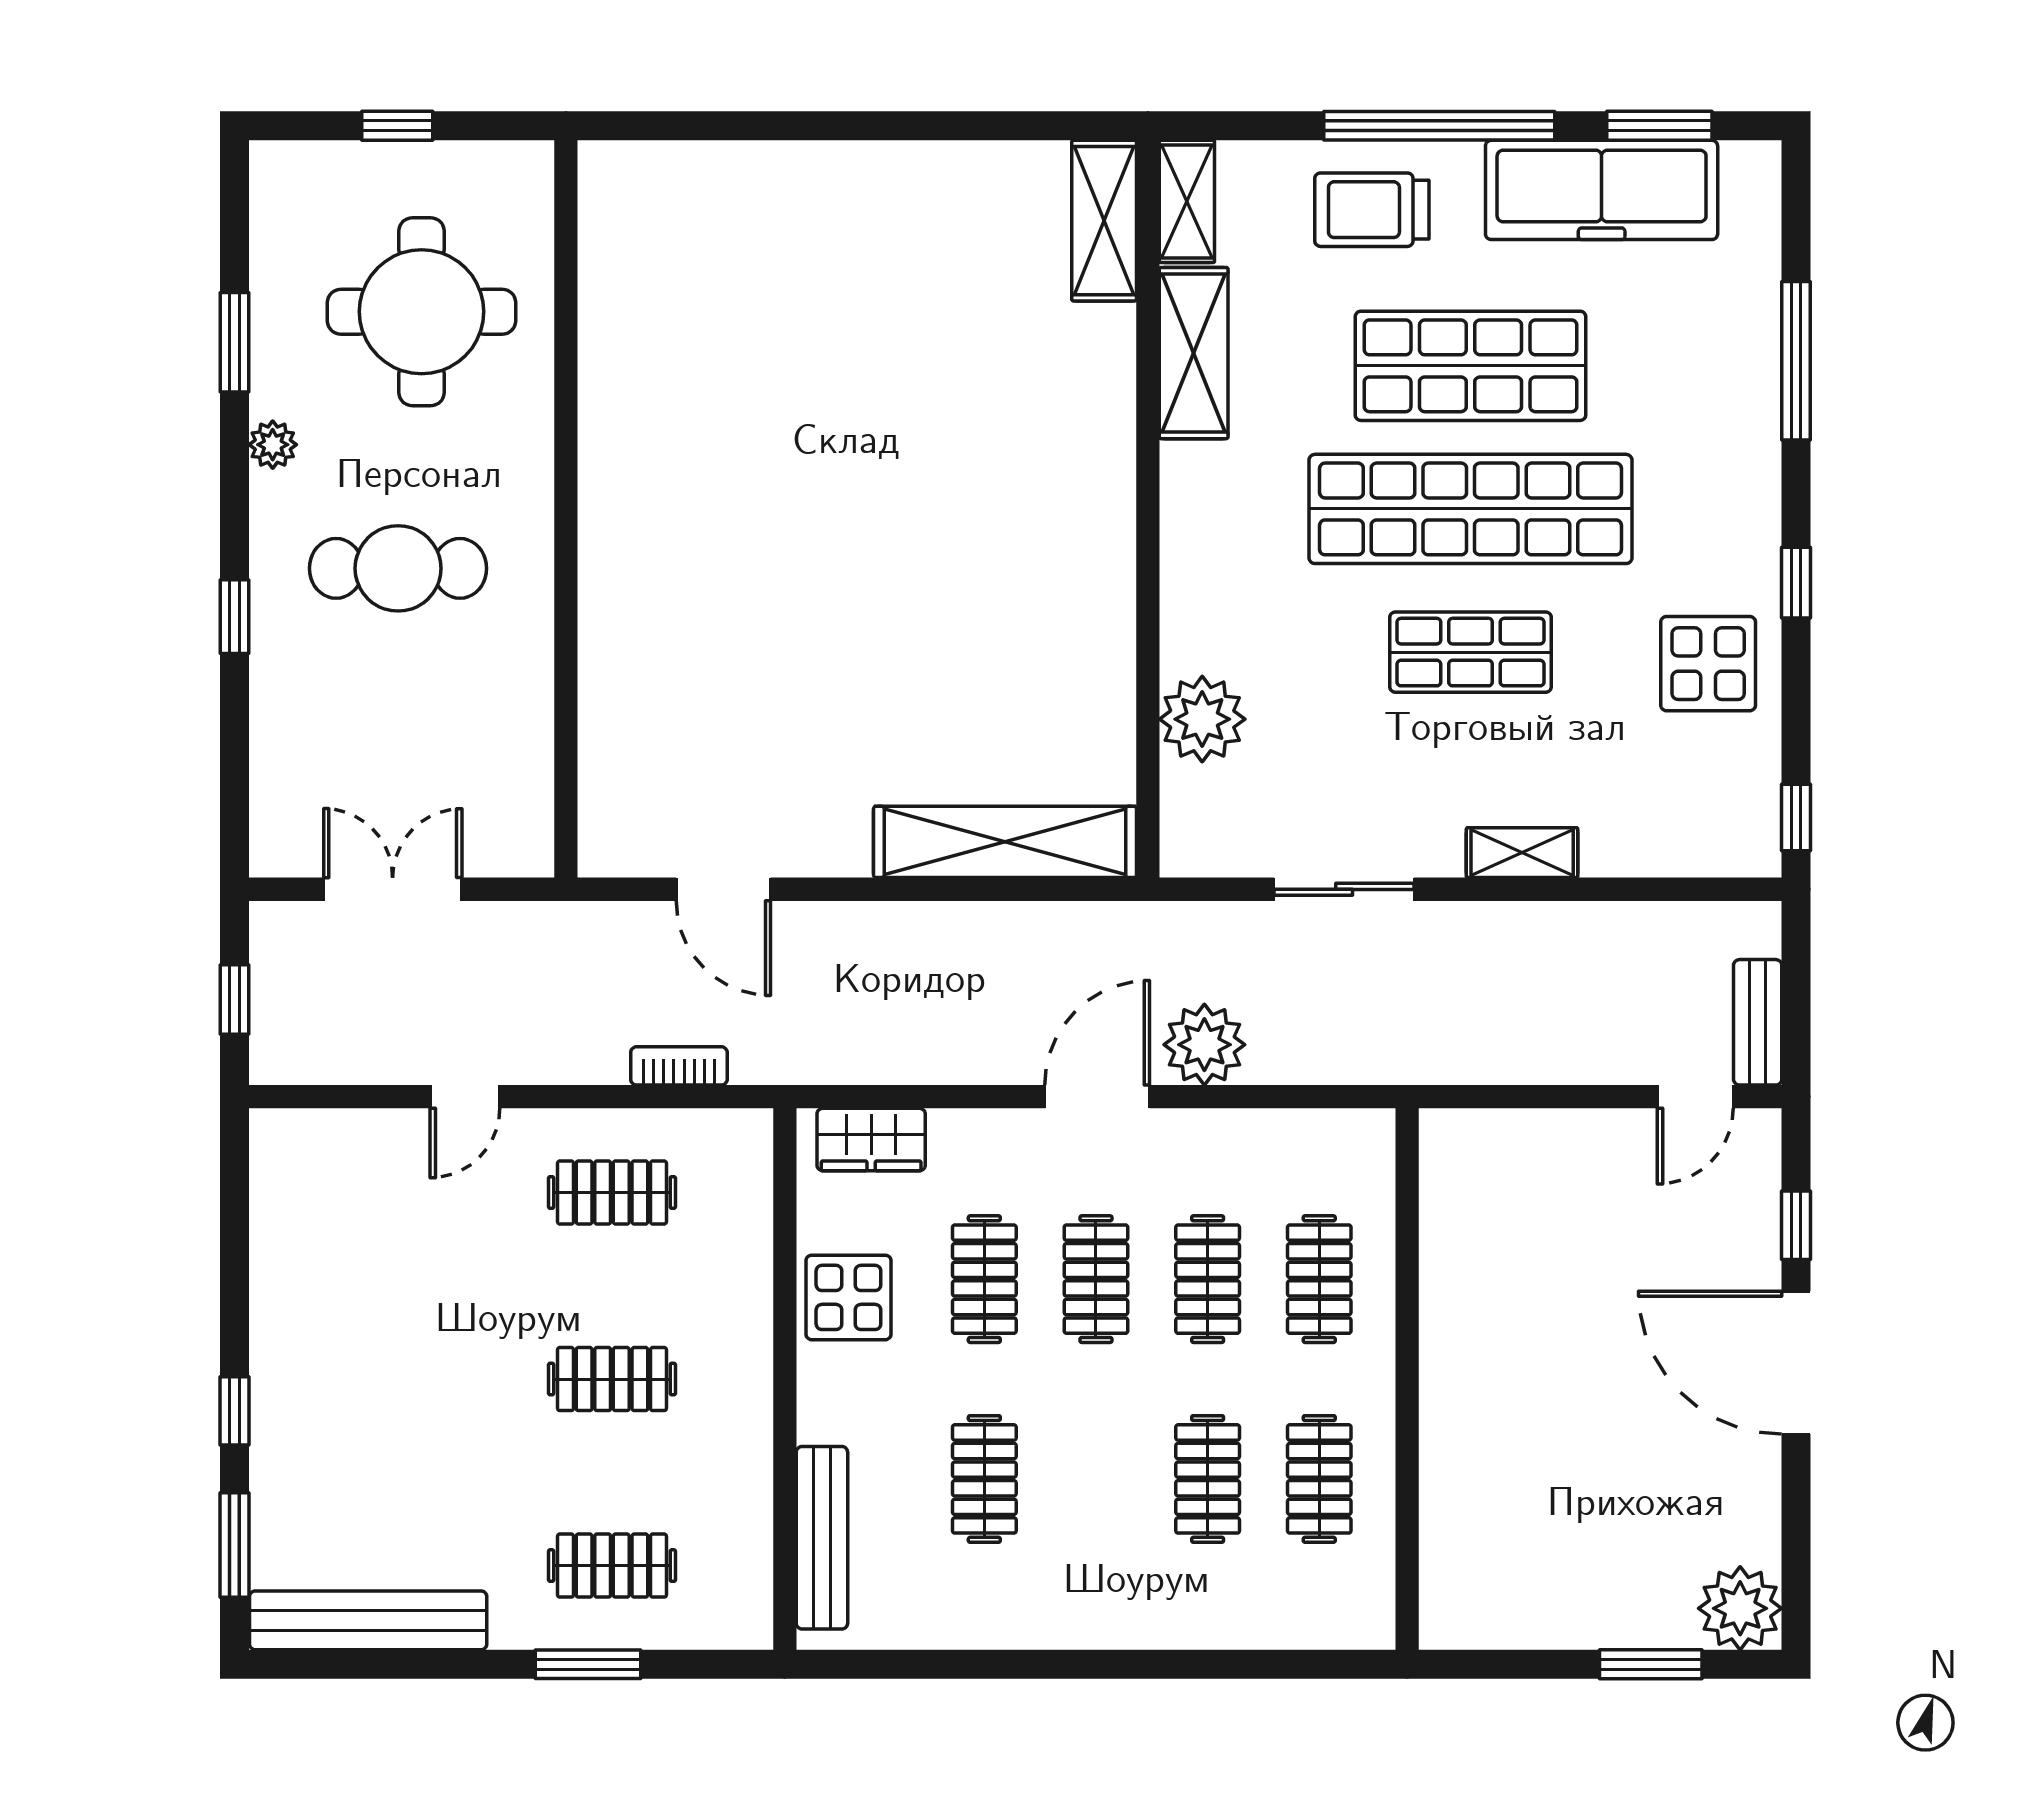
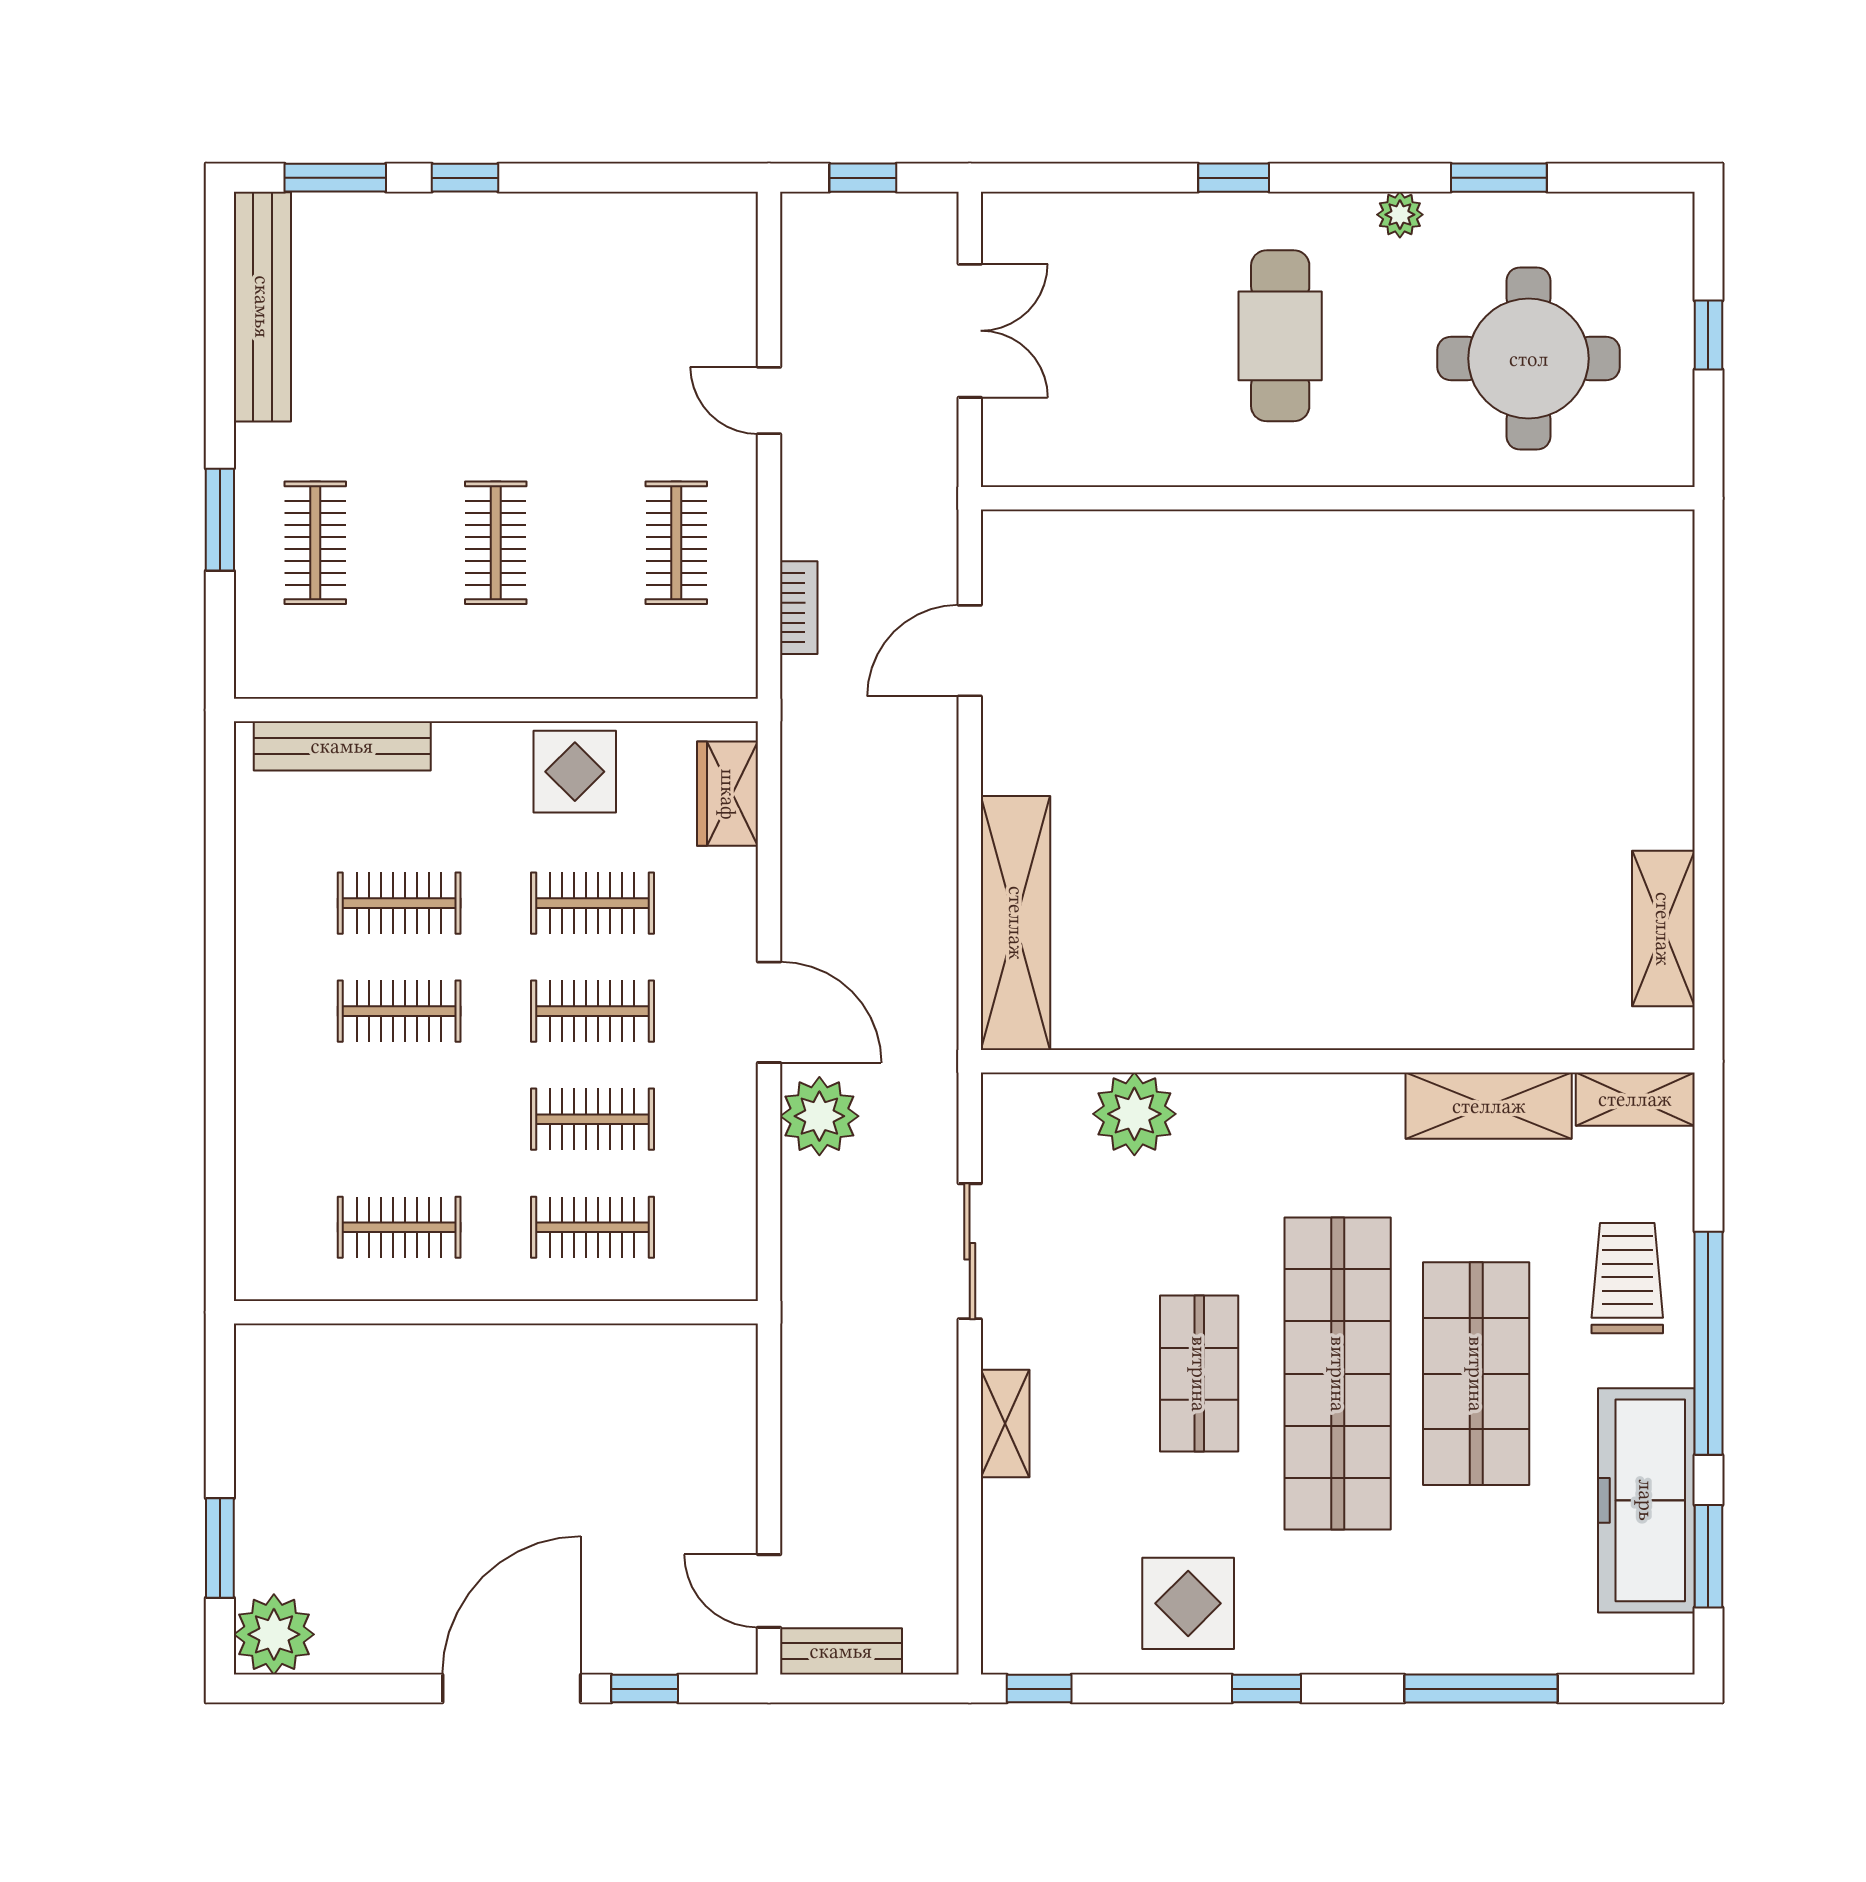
shelving: (1104, 221) -> (1663, 929), moved, turned 90
clothes rail: (1208, 1479) -> (399, 1011), moved

